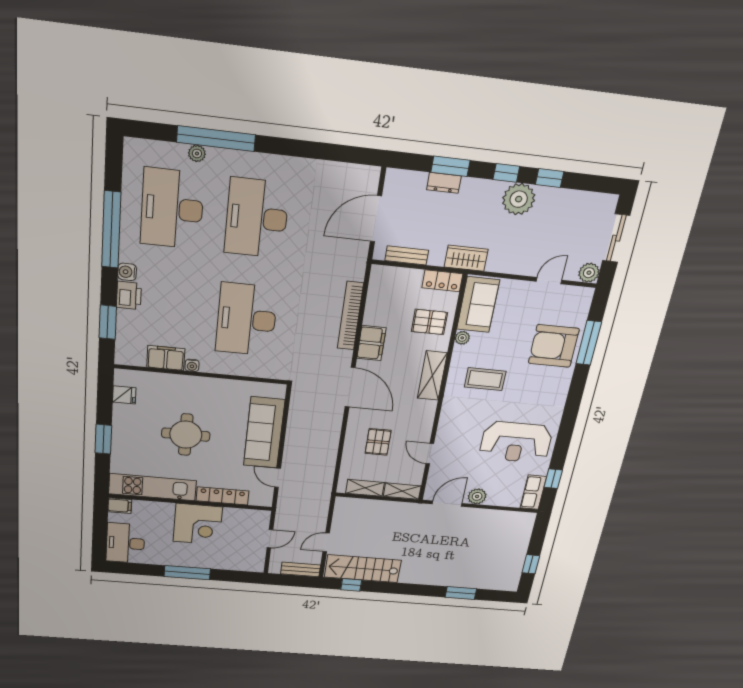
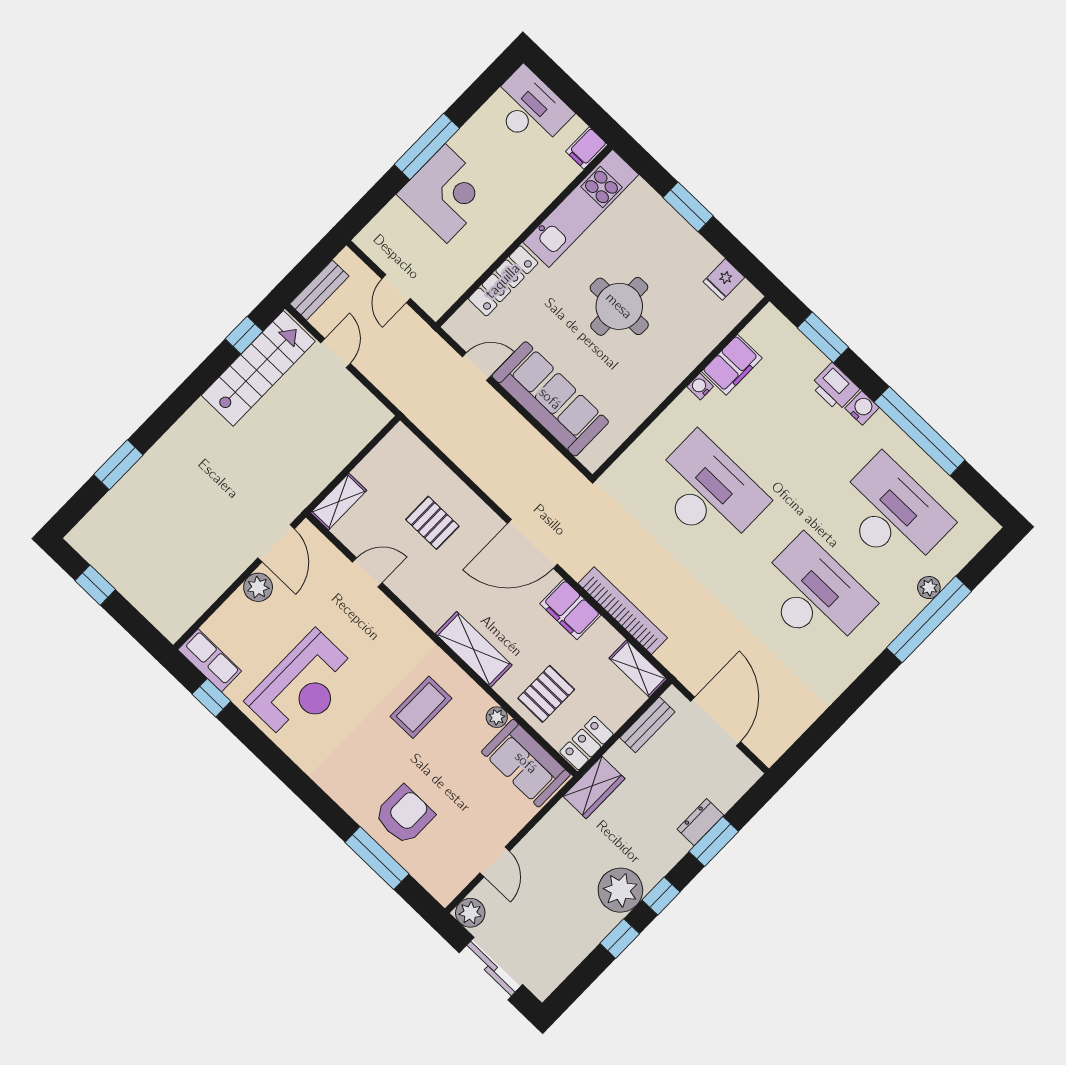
armchair: (554, 346) -> (404, 815), width x0.73, depth x0.73
reception desk: (516, 442) -> (303, 687), turned 180
shelving: (365, 488) -> (638, 669), moved, turned 90
corner desk: (198, 524) -> (446, 193), moved, turned 180

